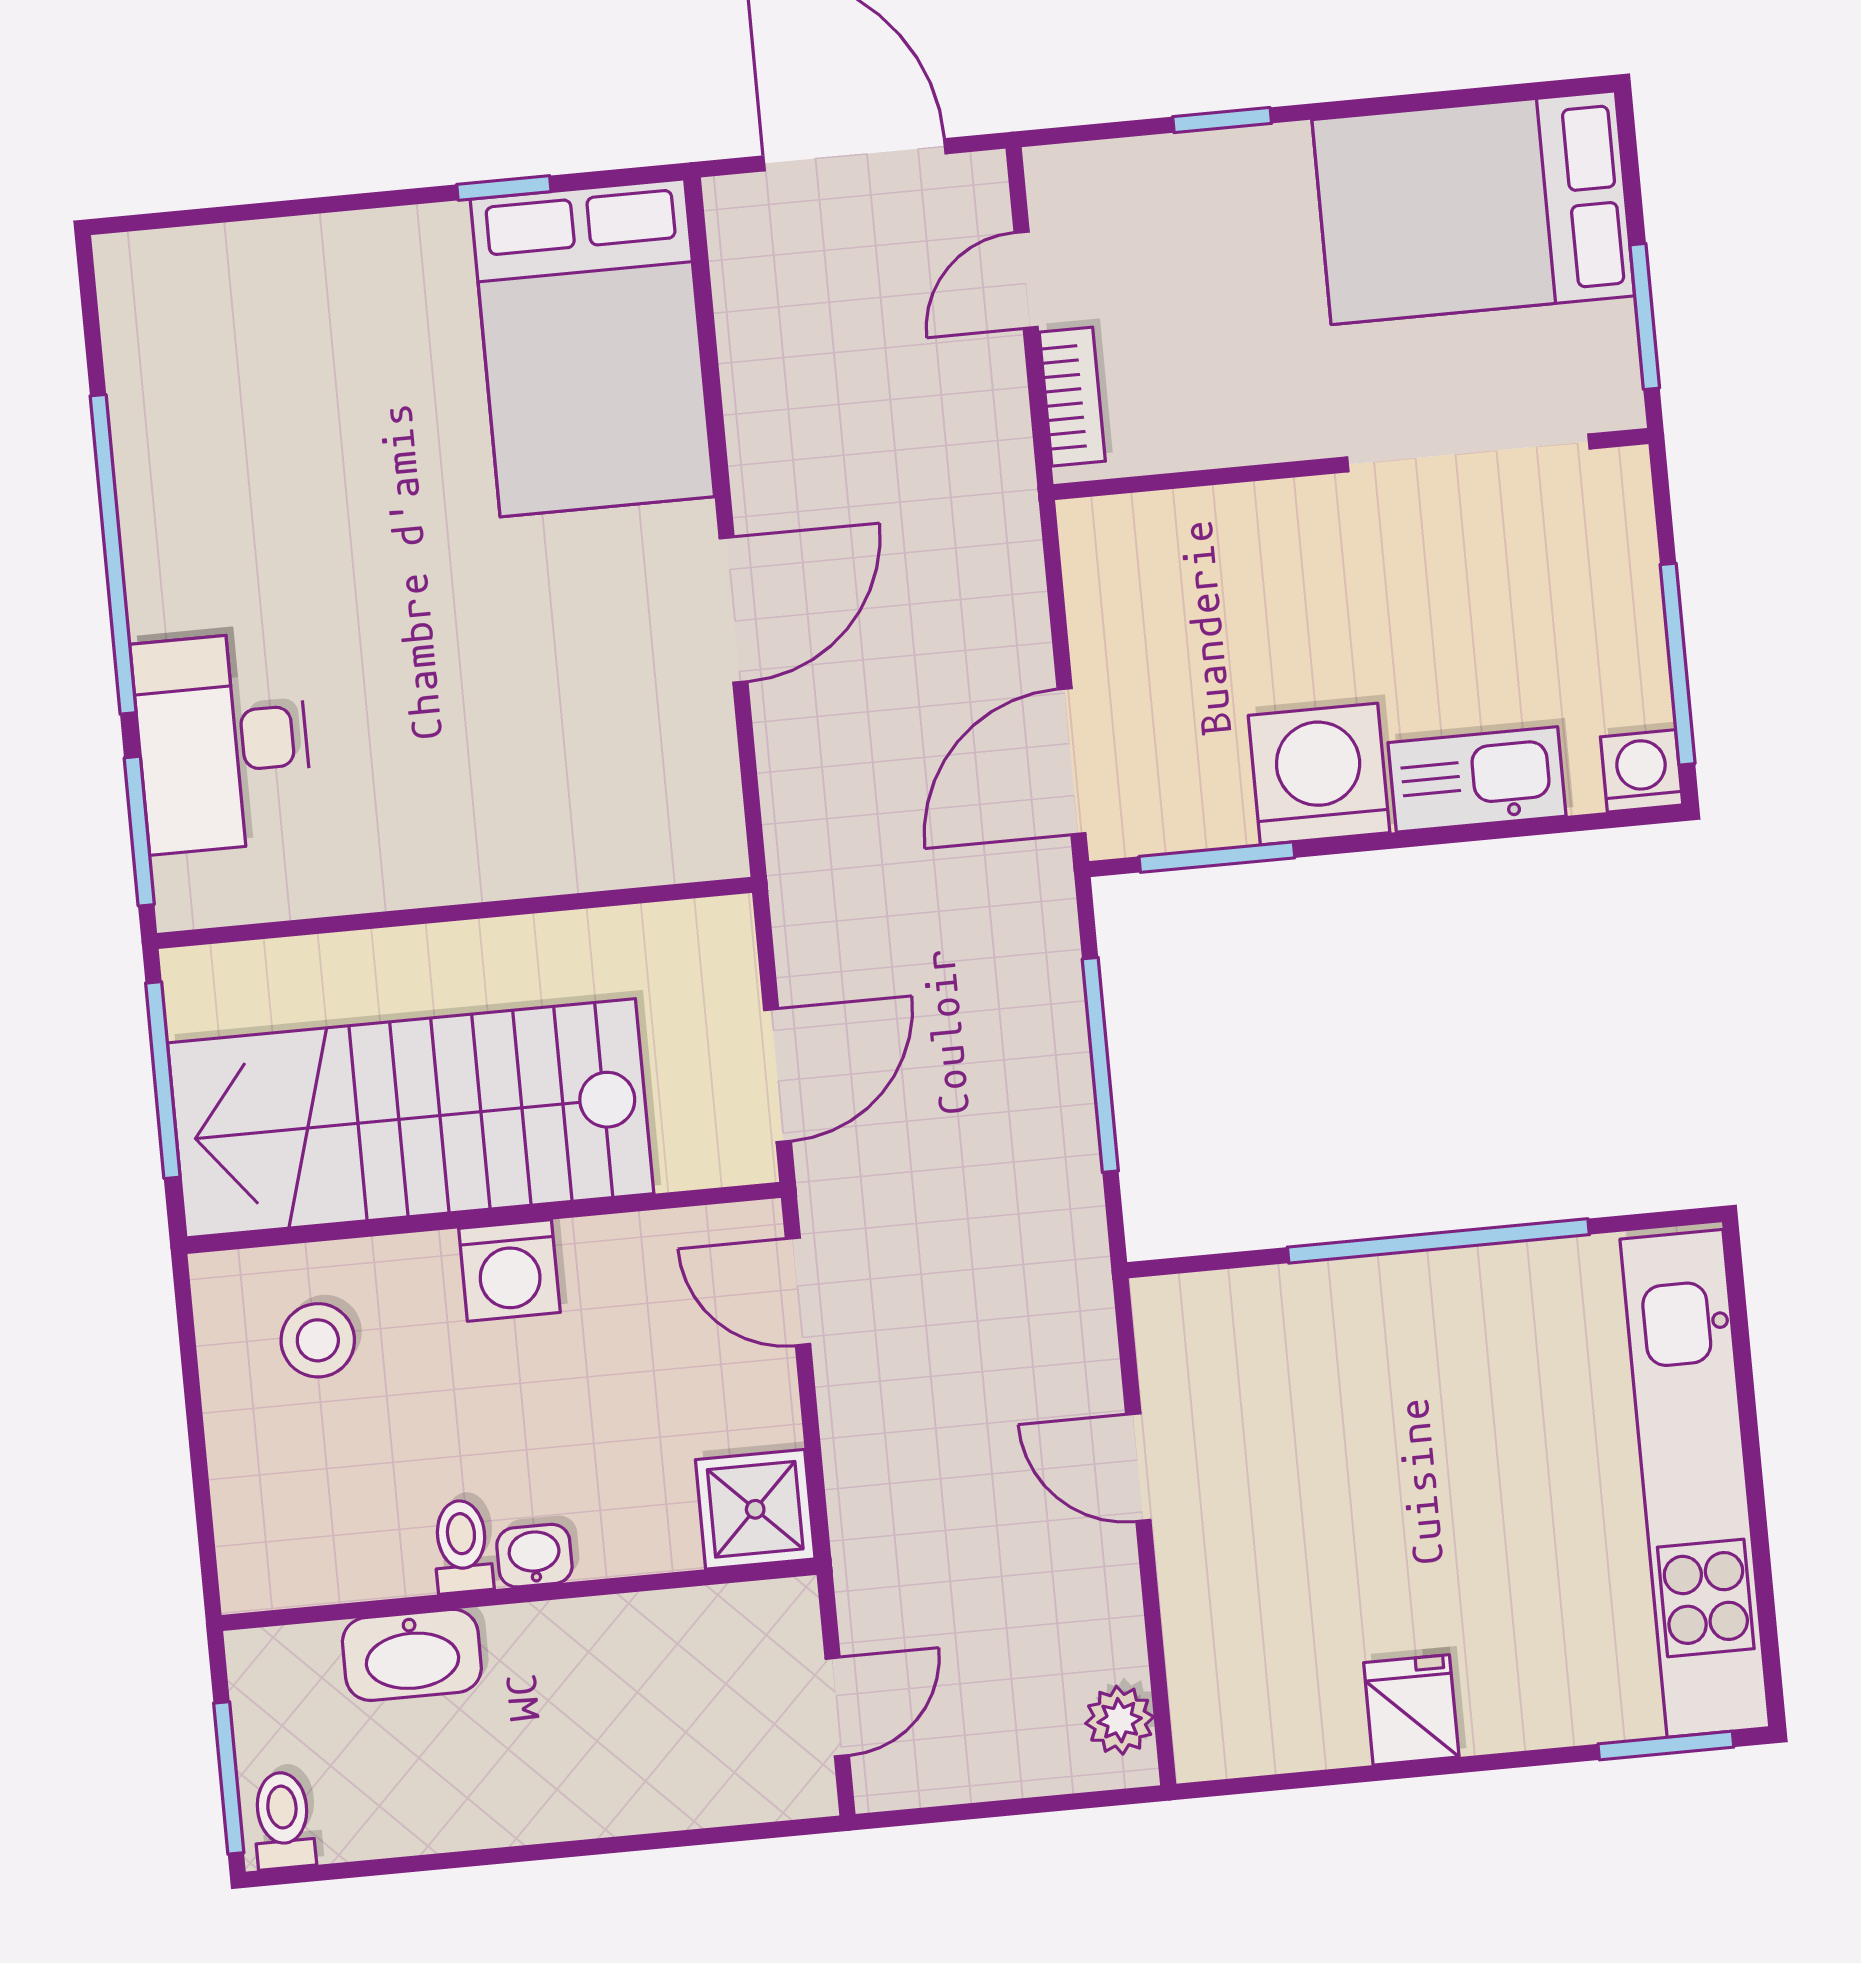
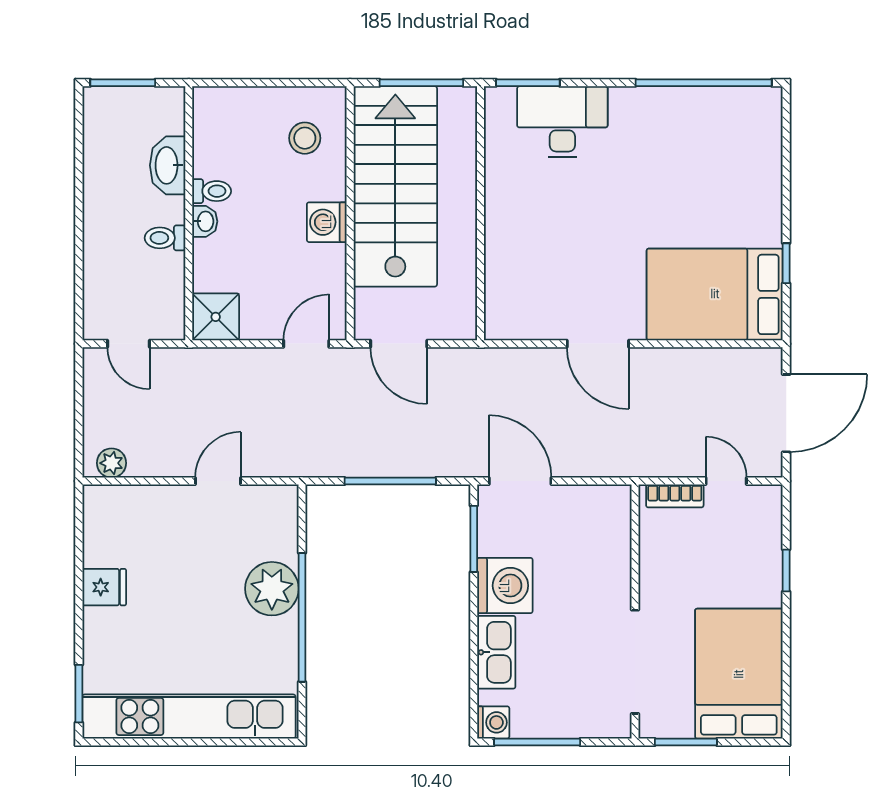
window: (113, 554) -> (704, 83), moved
plant: (1378, 1318) -> (272, 589), added
toilet: (283, 1820) -> (165, 238), moved, turned 180

